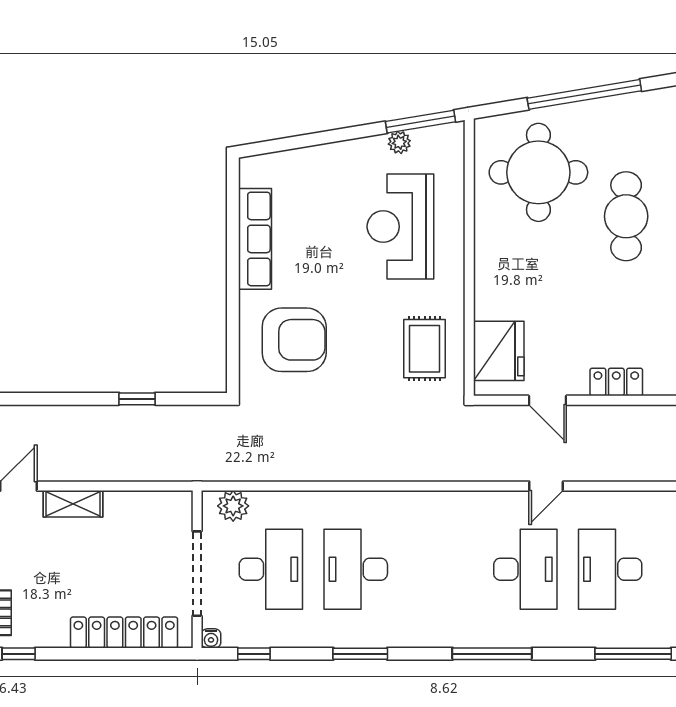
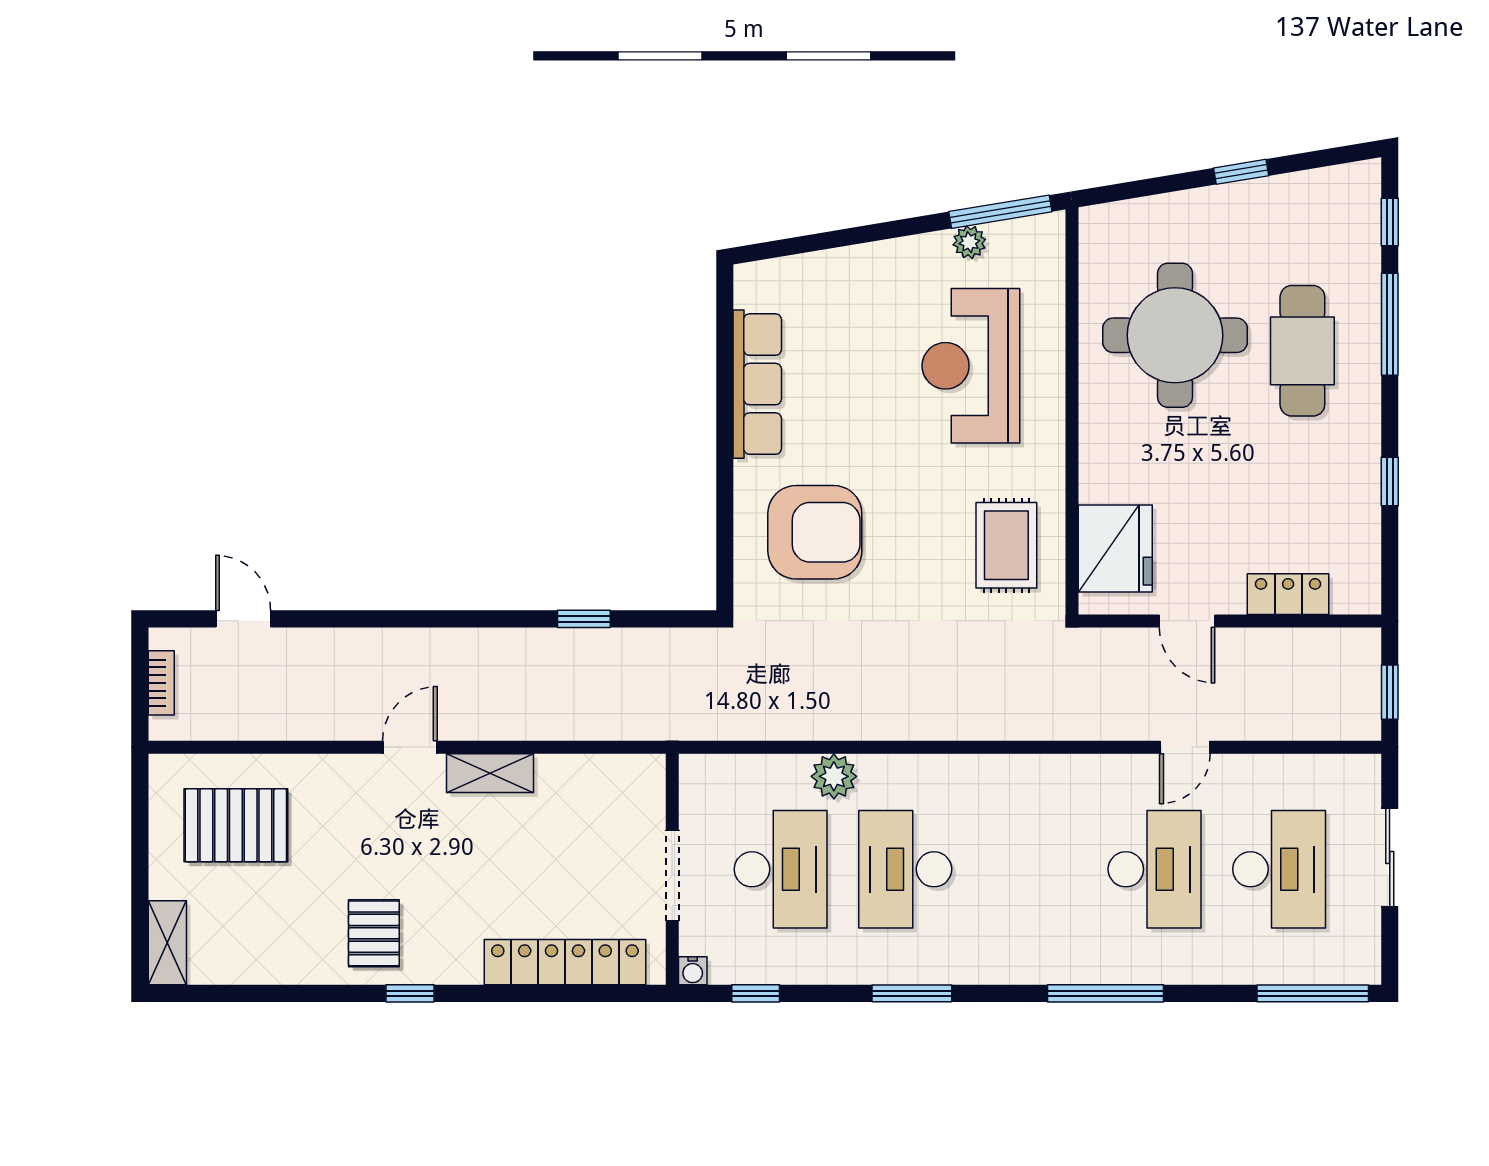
window: (584, 94) -> (1241, 172), width x0.32
round table: (538, 172) -> (1175, 335), moved
plant: (233, 506) -> (834, 776), moved
desk: (610, 569) -> (1279, 869), turned 180
doorway: (197, 574) -> (672, 876), width x0.73

